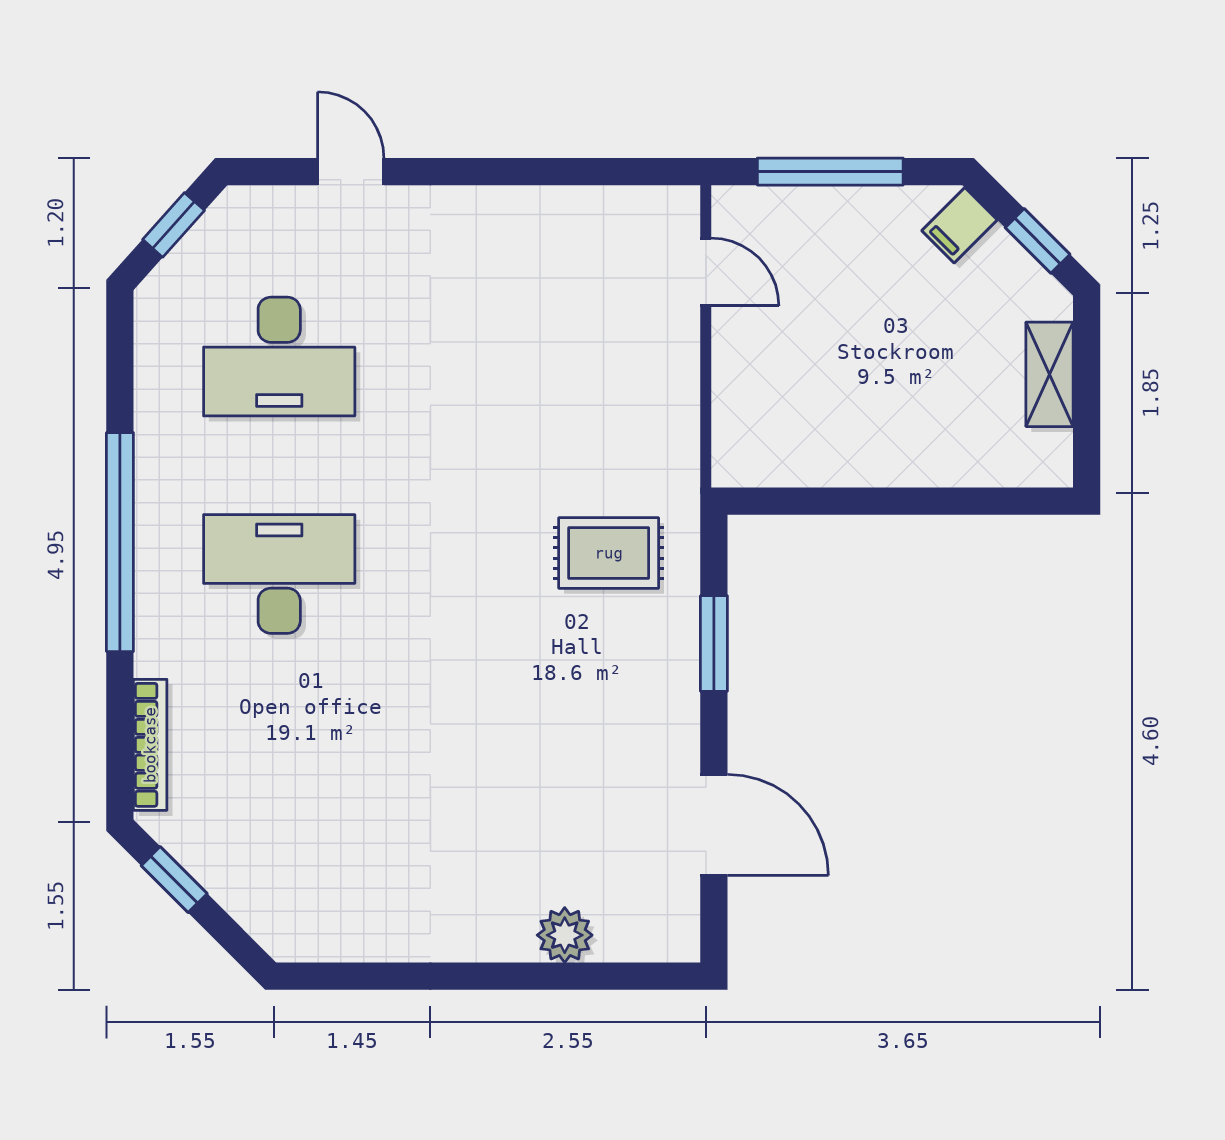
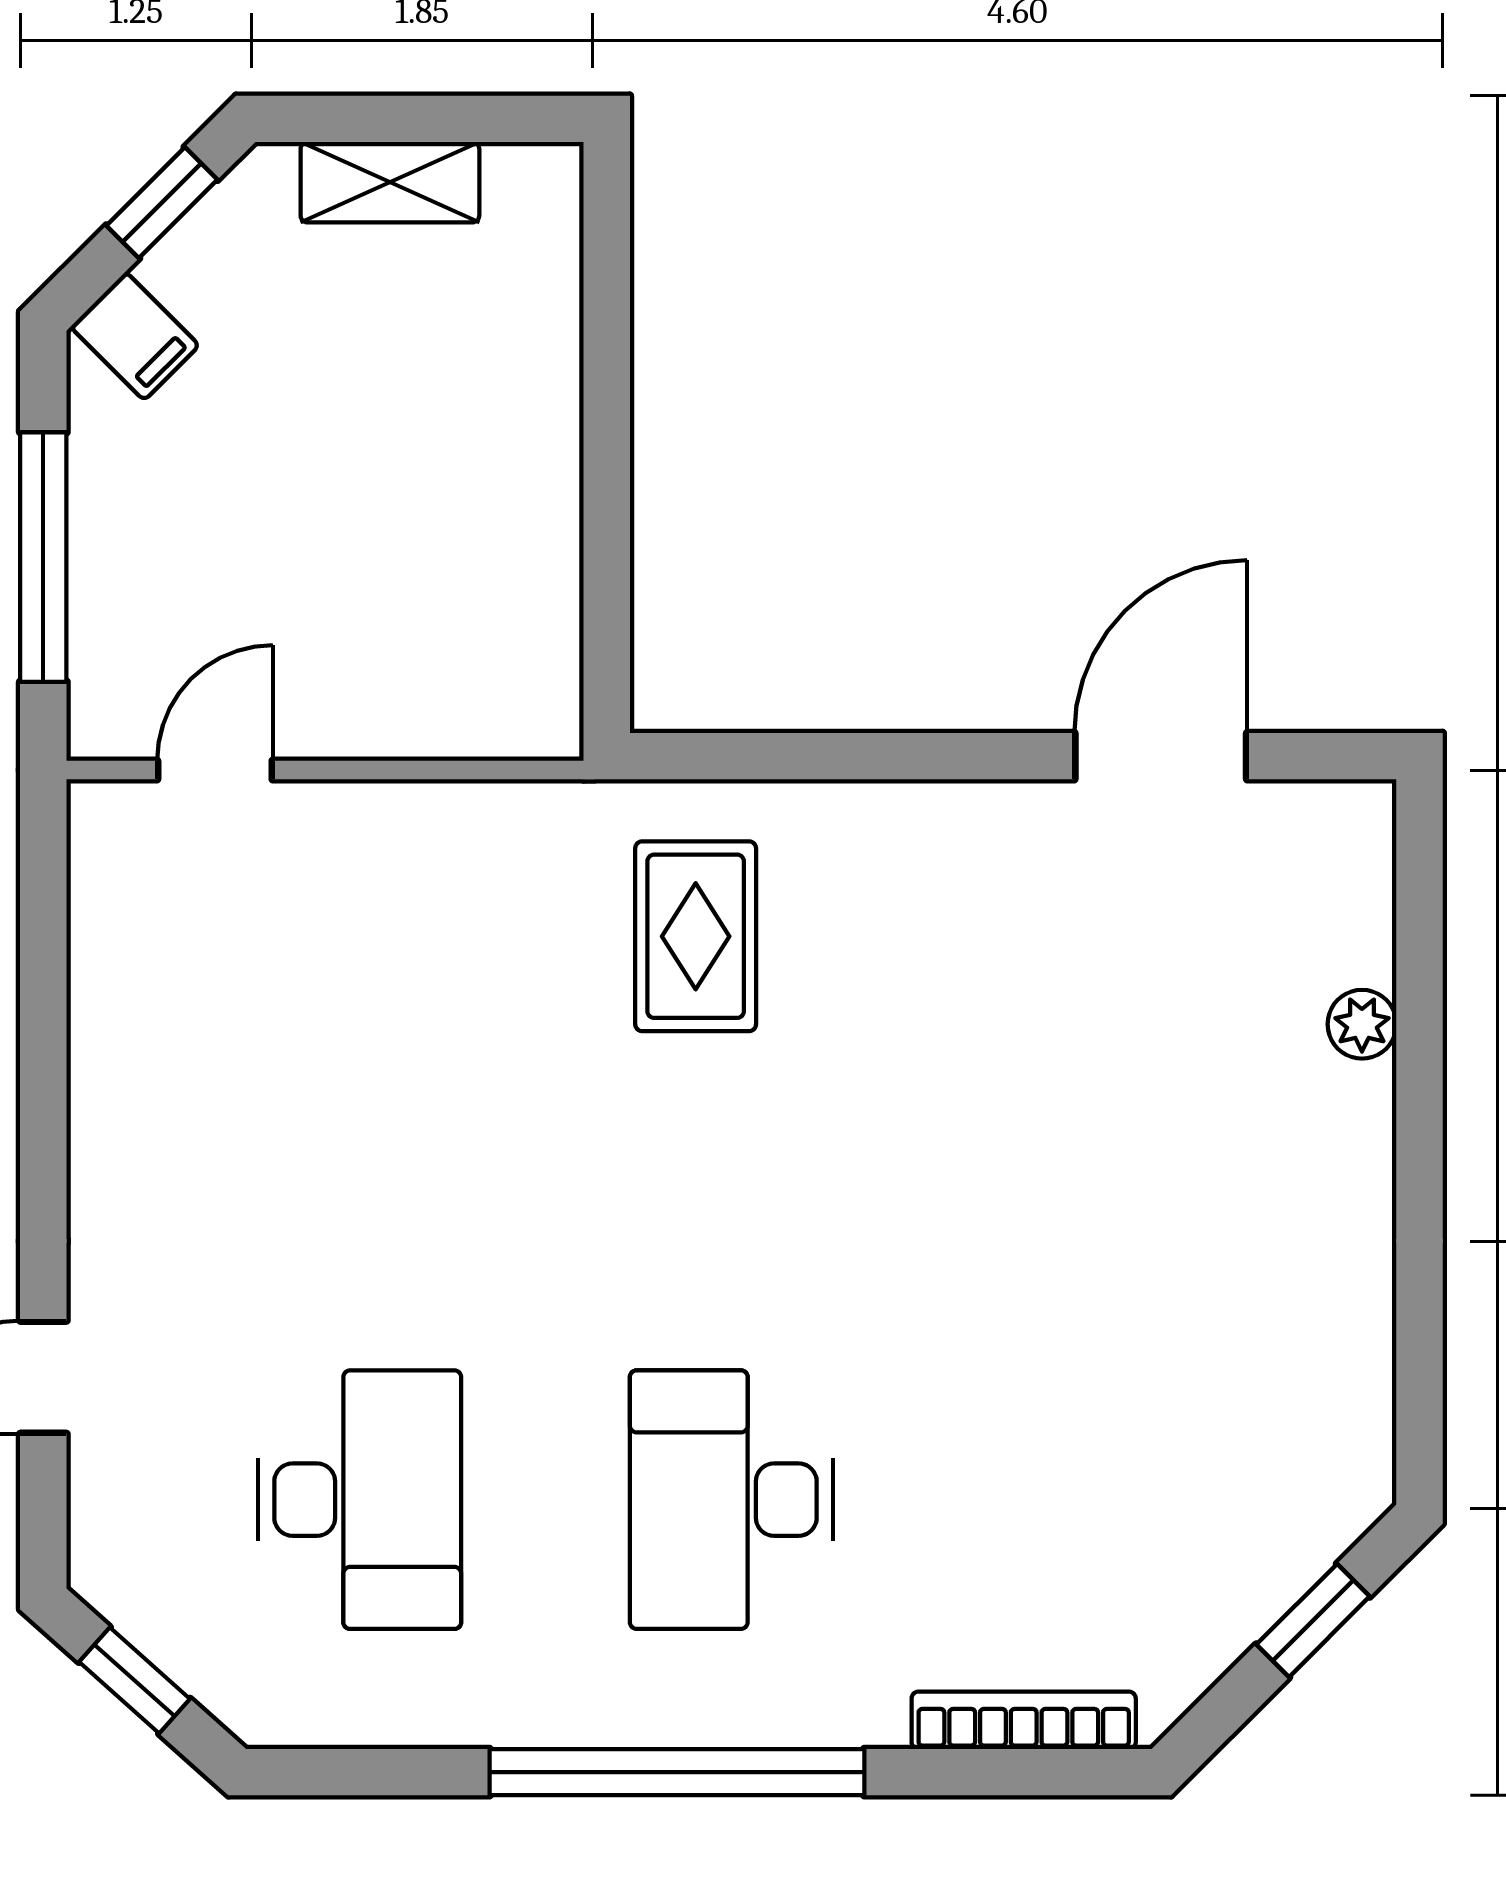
window: (714, 644) -> (850, 756), removed
window: (174, 880) -> (1313, 1620), moved
plant: (565, 935) -> (1362, 1024), width x0.73, depth x0.73

